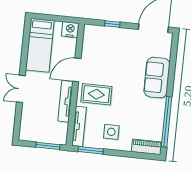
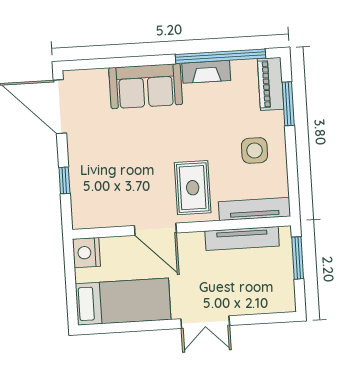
tv unit: (65, 101) -> (242, 238), moved
fireplace: (159, 112) -> (206, 72), added
window: (91, 150) -> (288, 104), moved

